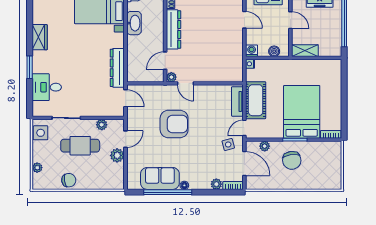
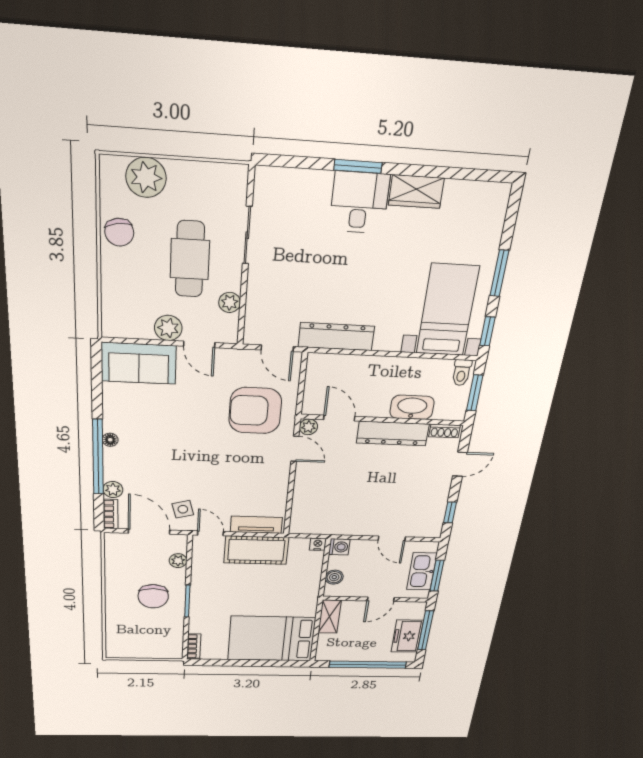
door: (244, 20) -> (392, 538), hinge flipped
washbasin: (134, 23) -> (412, 407), moved, turned 180
door: (186, 83) -> (295, 449), swing flipped
desk: (47, 87) -> (359, 203), moved
door: (126, 98) -> (277, 348), hinge flipped
bed: (302, 112) -> (271, 639), moved, turned 180
armchair: (174, 124) -> (255, 411), moved, turned 90
side table: (41, 133) -> (220, 180), removed
chair: (292, 160) -> (153, 596), turned -82
door: (244, 163) -> (149, 532), swing flipped
plant: (37, 168) -> (146, 177), width x1.87, depth x1.87
sofa: (160, 178) -> (139, 363), moved, turned 90
window: (168, 192) -> (98, 457), moved

